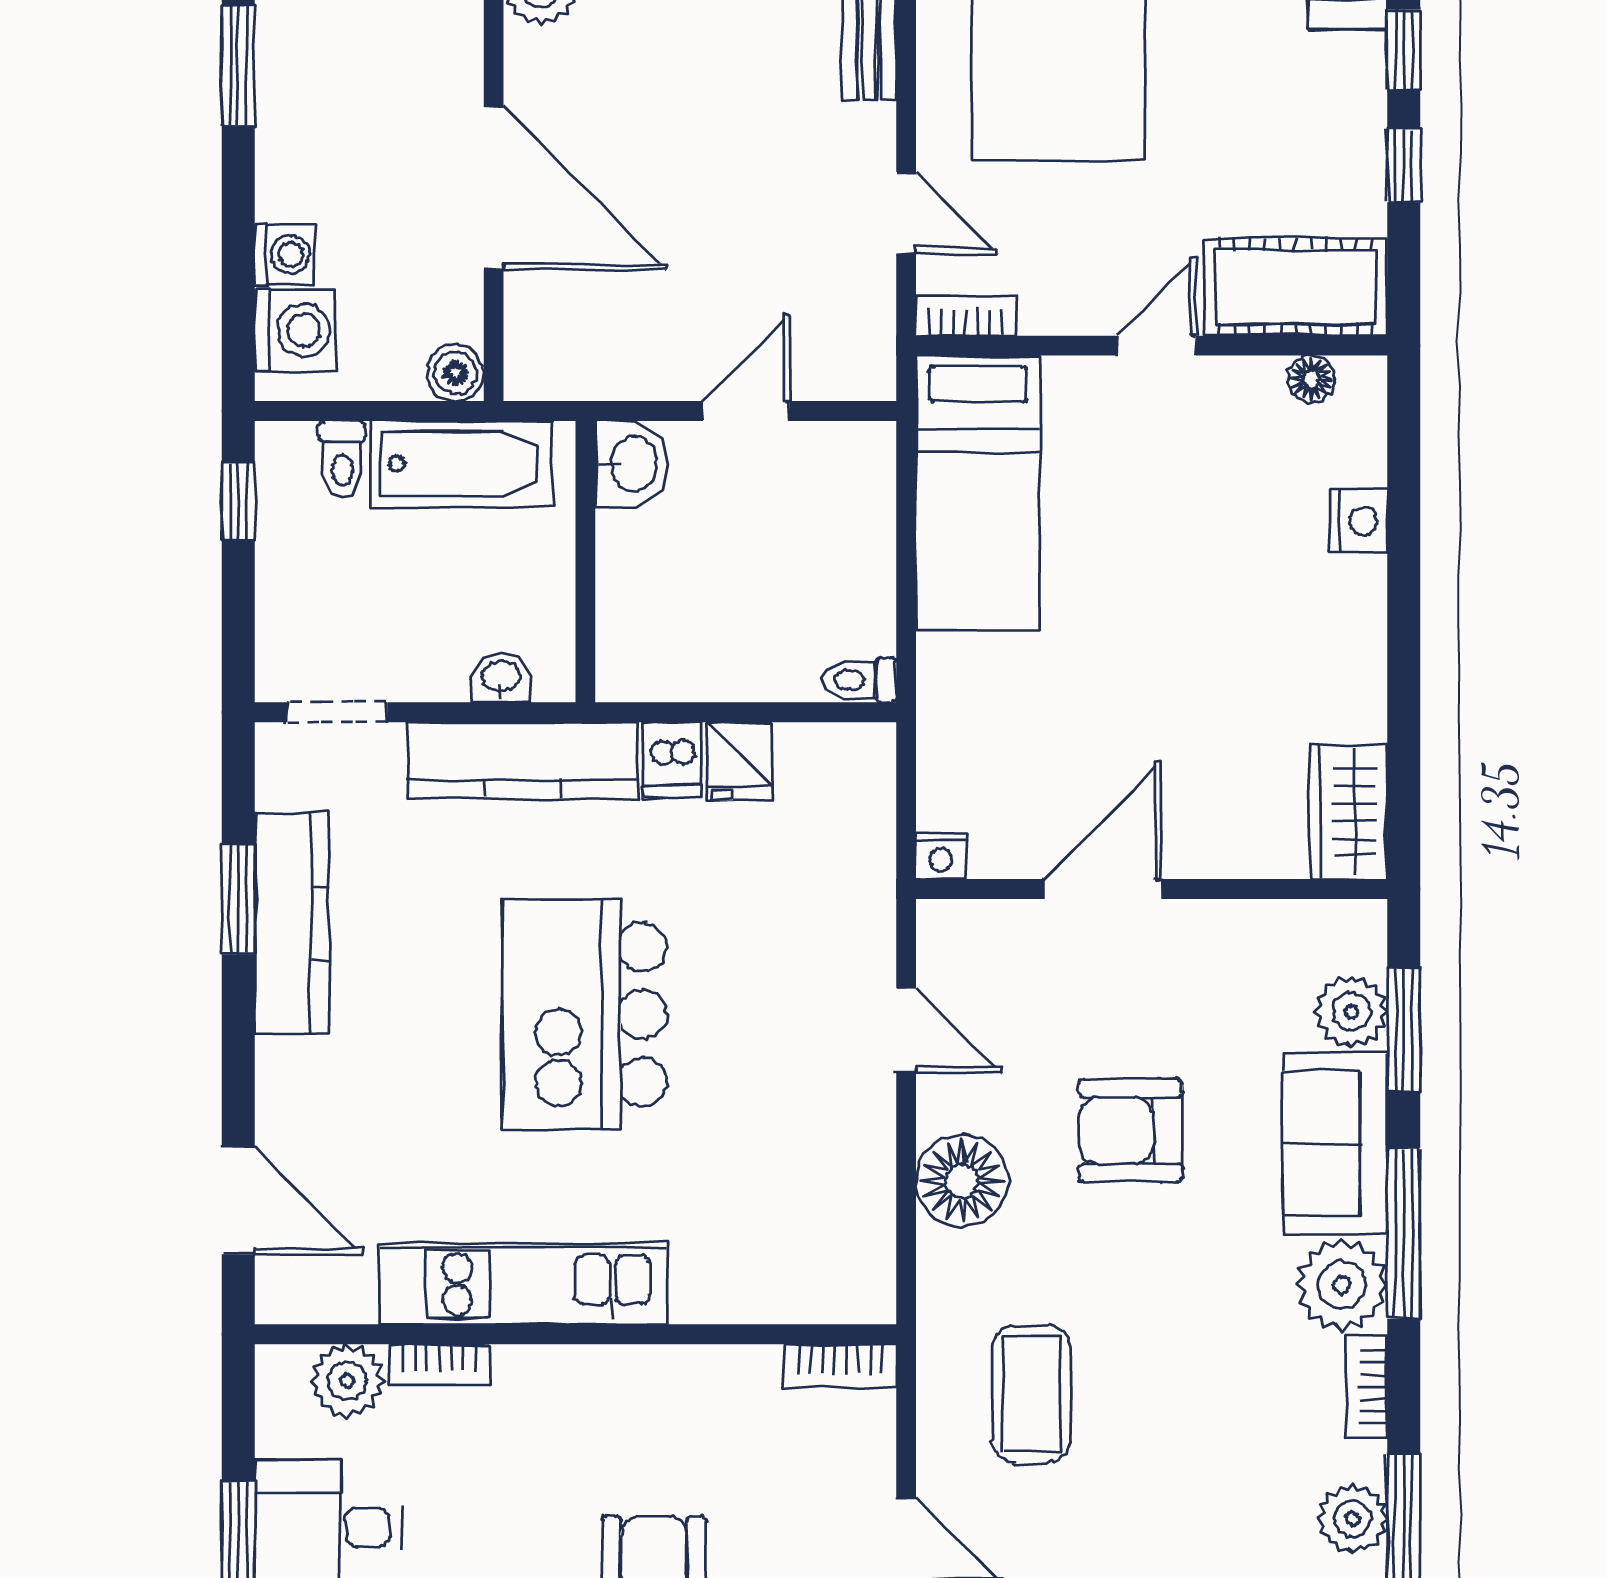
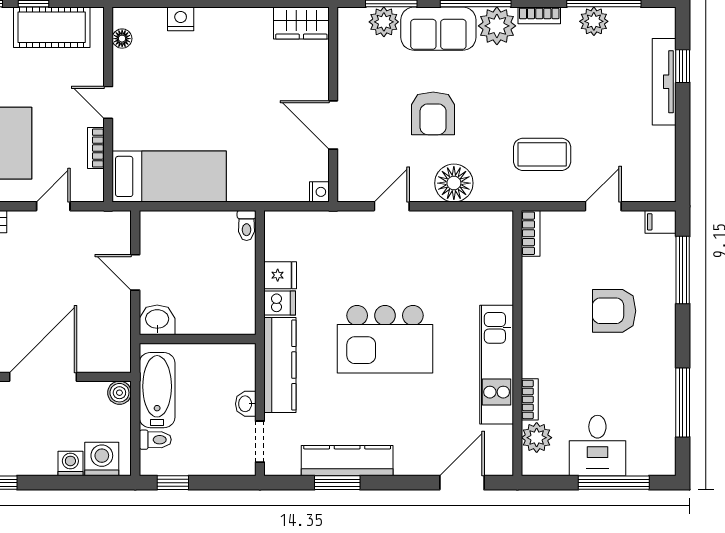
cot: (1295, 287) -> (52, 27), moved, turned 90
bookcase: (966, 316) -> (96, 148), moved
washbasin: (501, 678) -> (246, 404), moved

